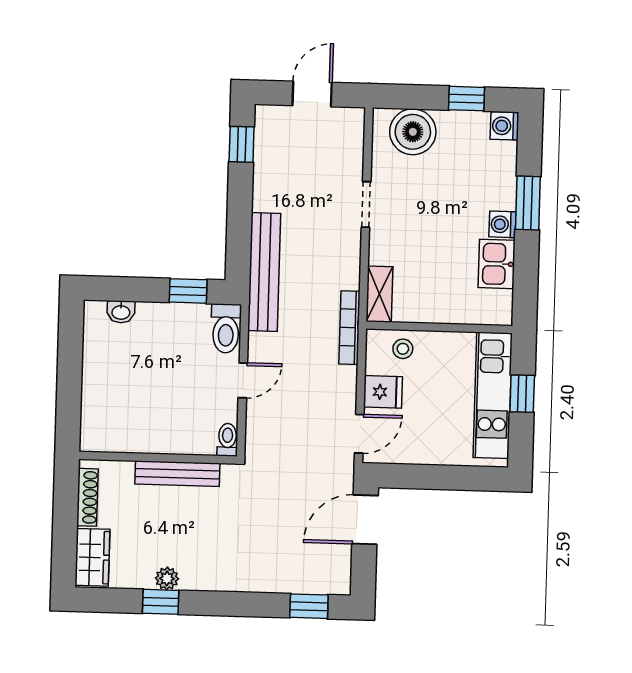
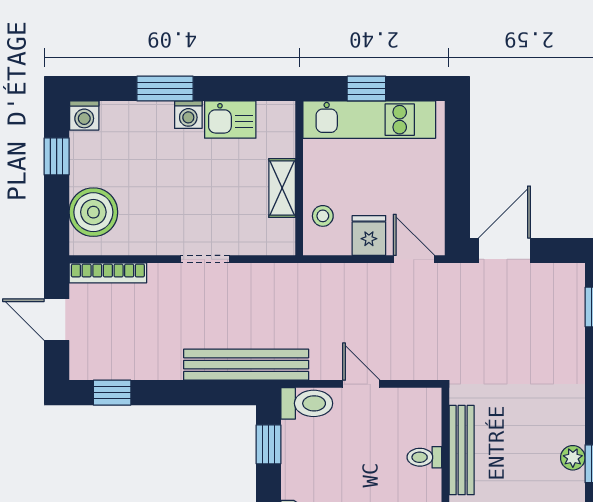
doorway: (366, 204) -> (205, 259), moved
shelving: (379, 294) -> (282, 188), moved, turned 90
bookcase: (349, 328) -> (108, 273), moved
toilet: (227, 440) -> (424, 457), moved
door: (365, 520) -> (504, 251), swing flipped

